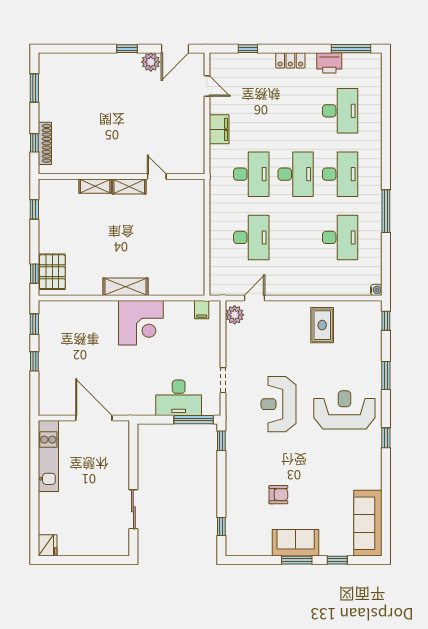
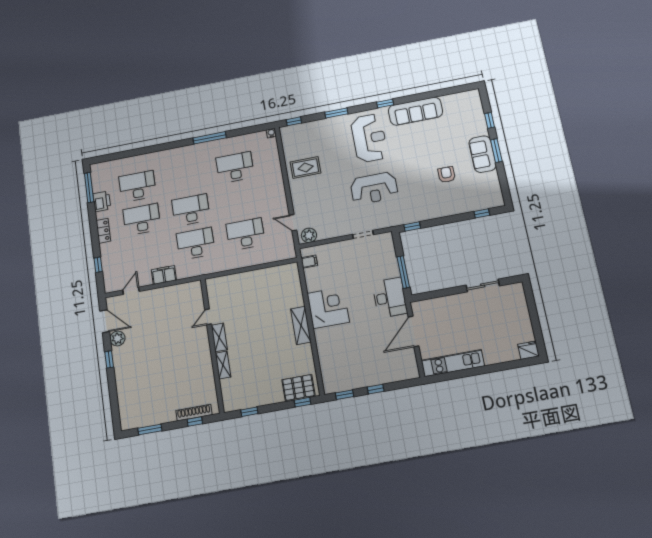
desk: (340, 174) -> (142, 219), moved
desk: (179, 398) -> (390, 298), moved
reception desk: (344, 410) -> (369, 138), turned 180
window: (194, 420) -> (403, 272), moved
sofa: (368, 523) -> (415, 111), moved

